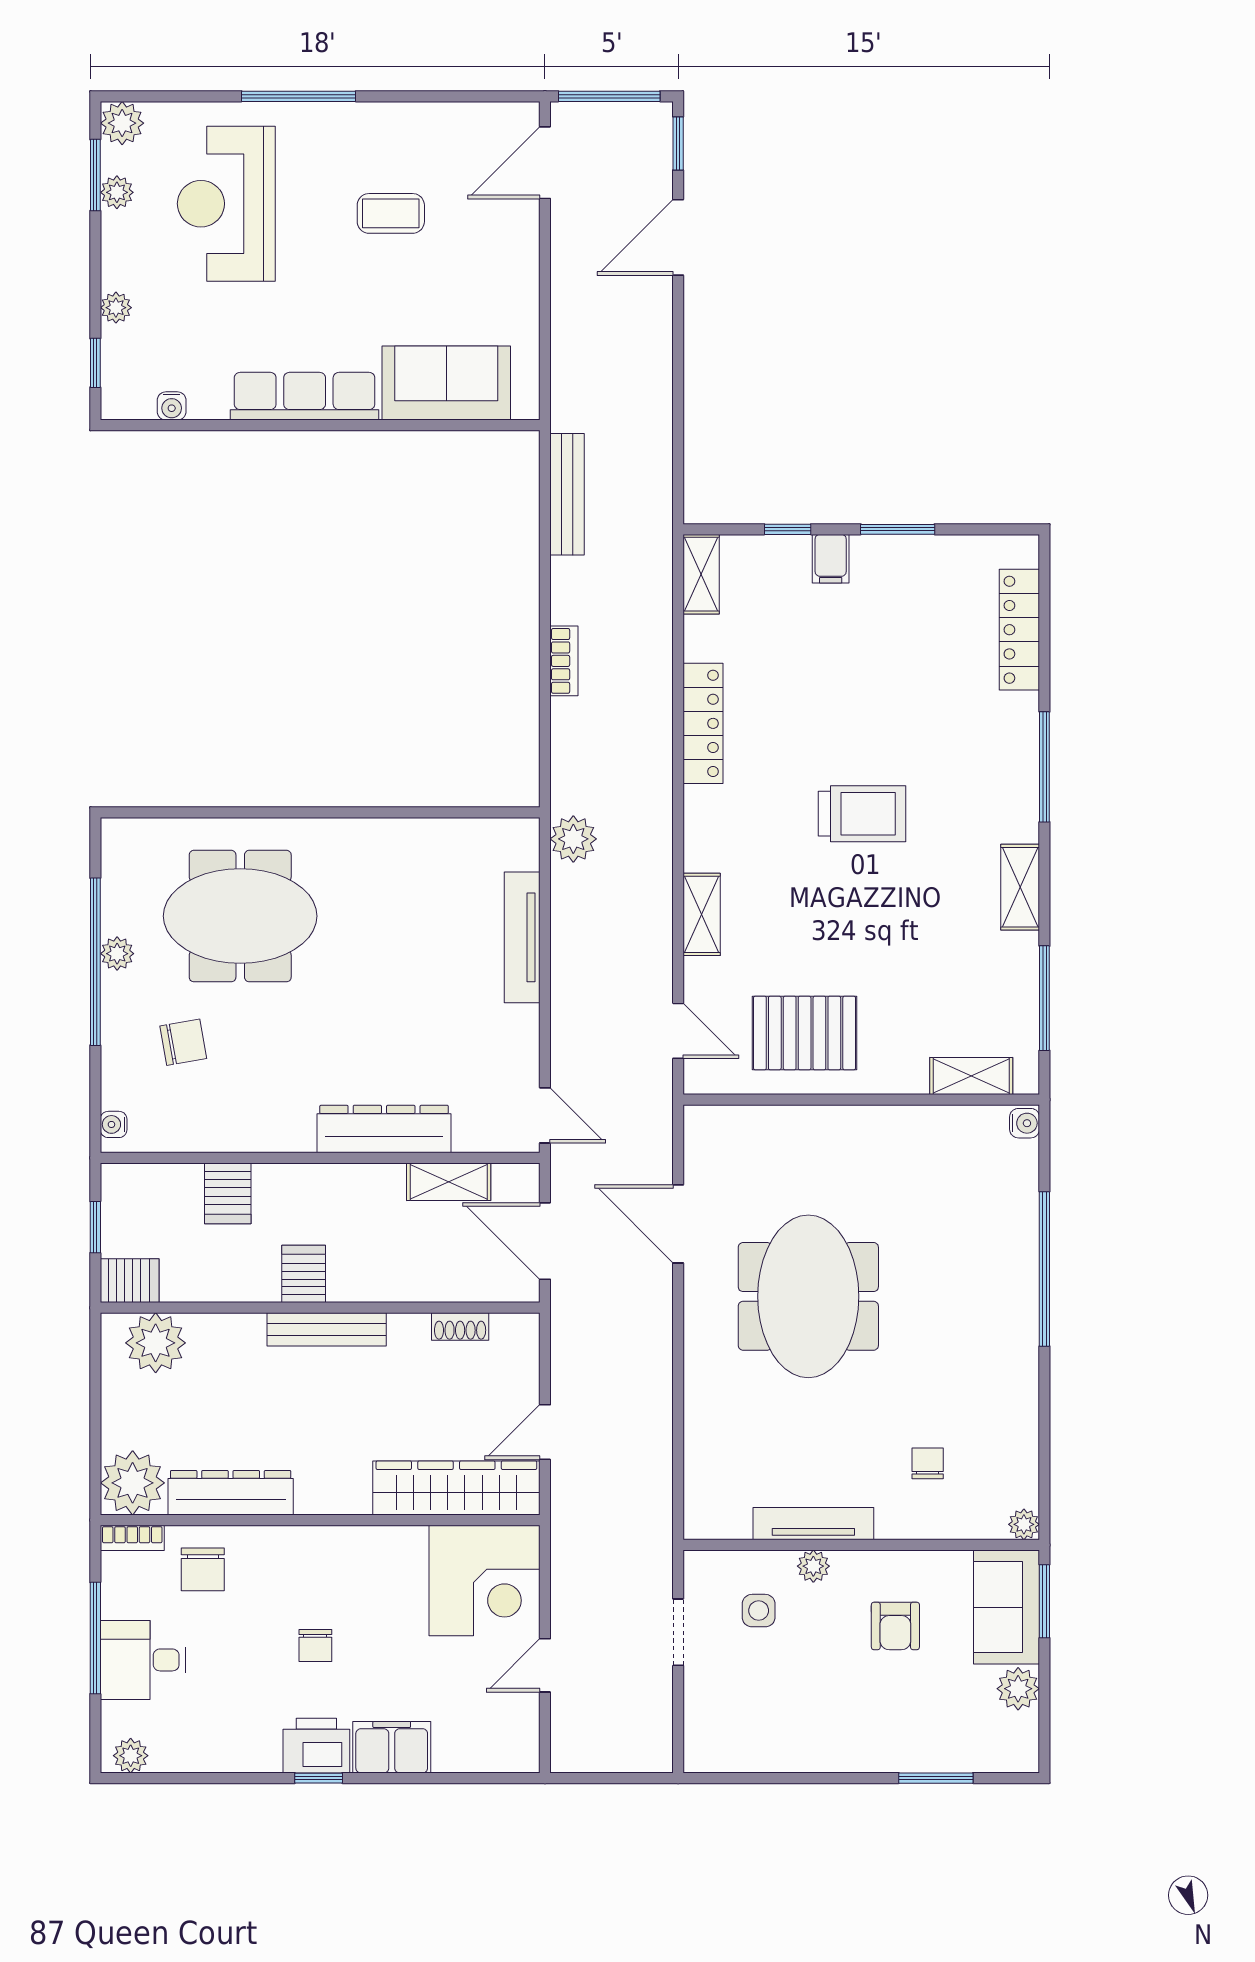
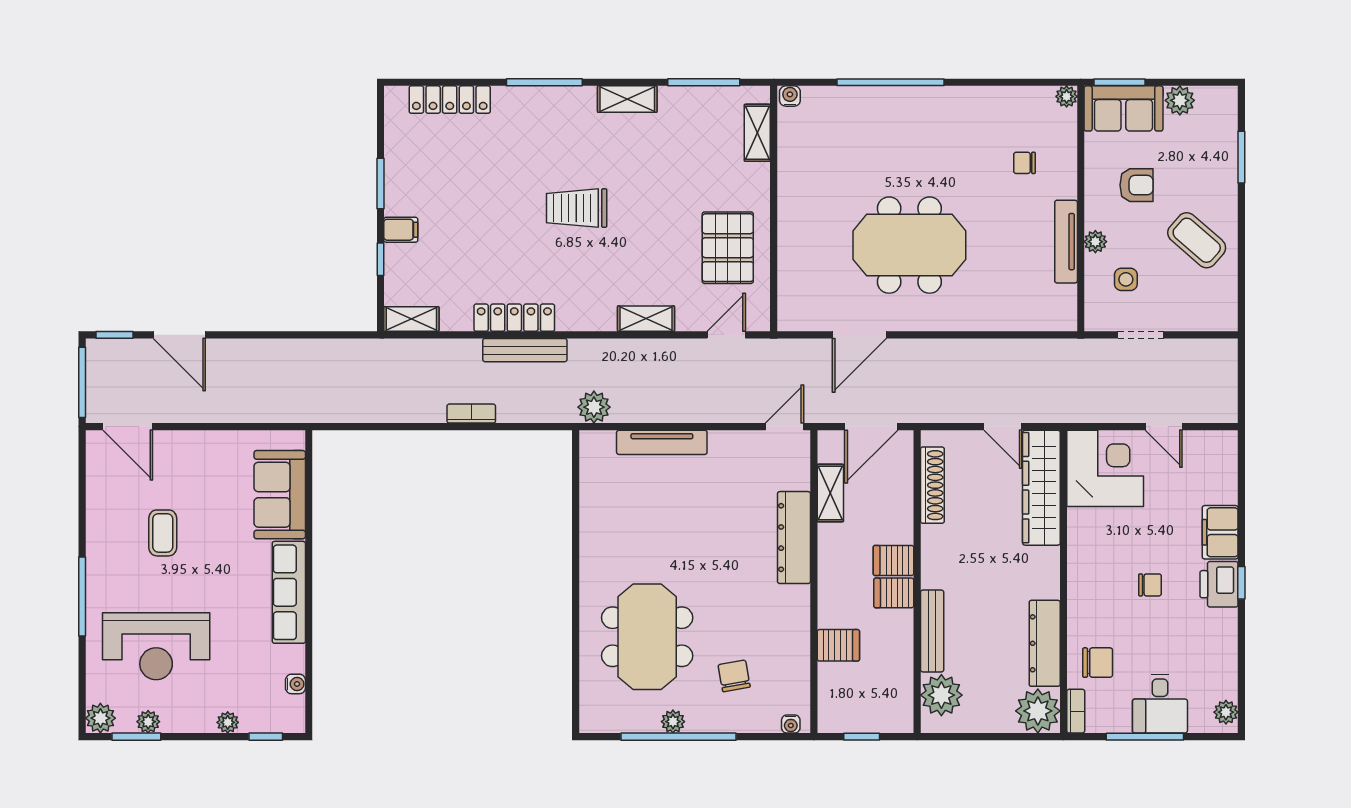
bench: (567, 494) -> (525, 350), moved
trolley: (862, 814) -> (577, 208), turned -90
server rack: (130, 1281) -> (893, 560), moved, turned -90
shoe rack: (460, 1327) -> (932, 485), width x1.94, depth x1.24
bench: (327, 1329) -> (932, 631), moved
coffee table: (815, 1713) -> (1197, 240), added

